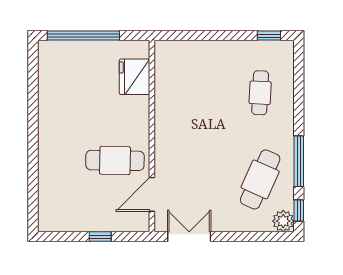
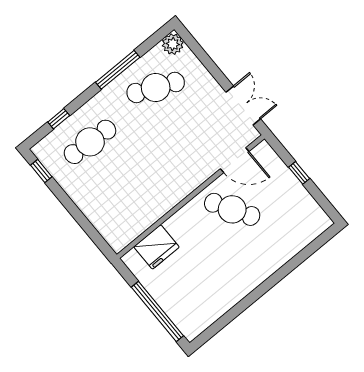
cafe table: (260, 93) -> (90, 142), width x1.37, depth x1.35
cafe table: (115, 160) -> (232, 209), turned -32
window: (299, 210) -> (59, 119), moved
double door: (189, 237) -> (243, 105), swing flipped

